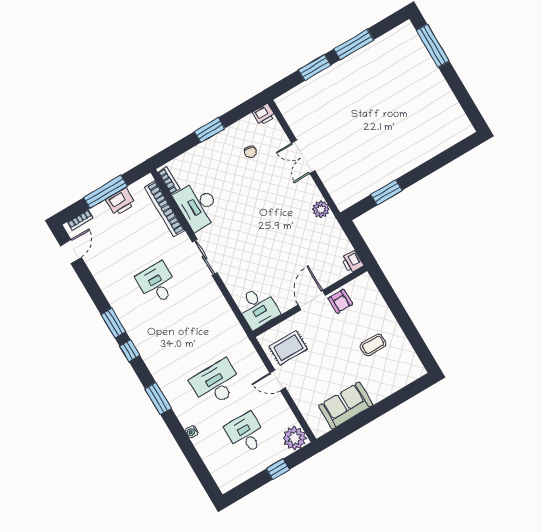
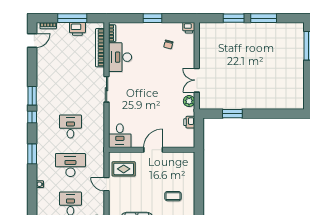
double door: (303, 157) -> (197, 80), moved
printer: (352, 262) -> (189, 122), moved
desk: (157, 284) -> (70, 126), moved
armchair: (340, 301) -> (169, 160), removed

